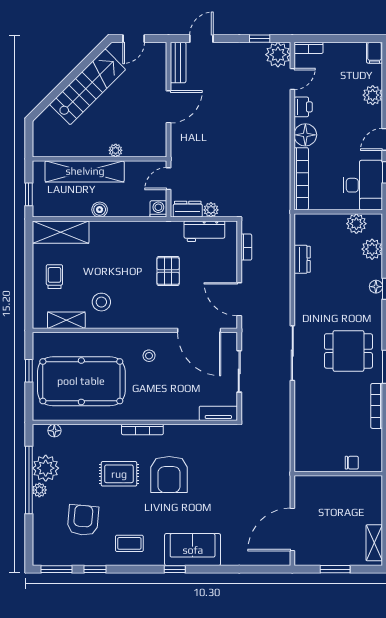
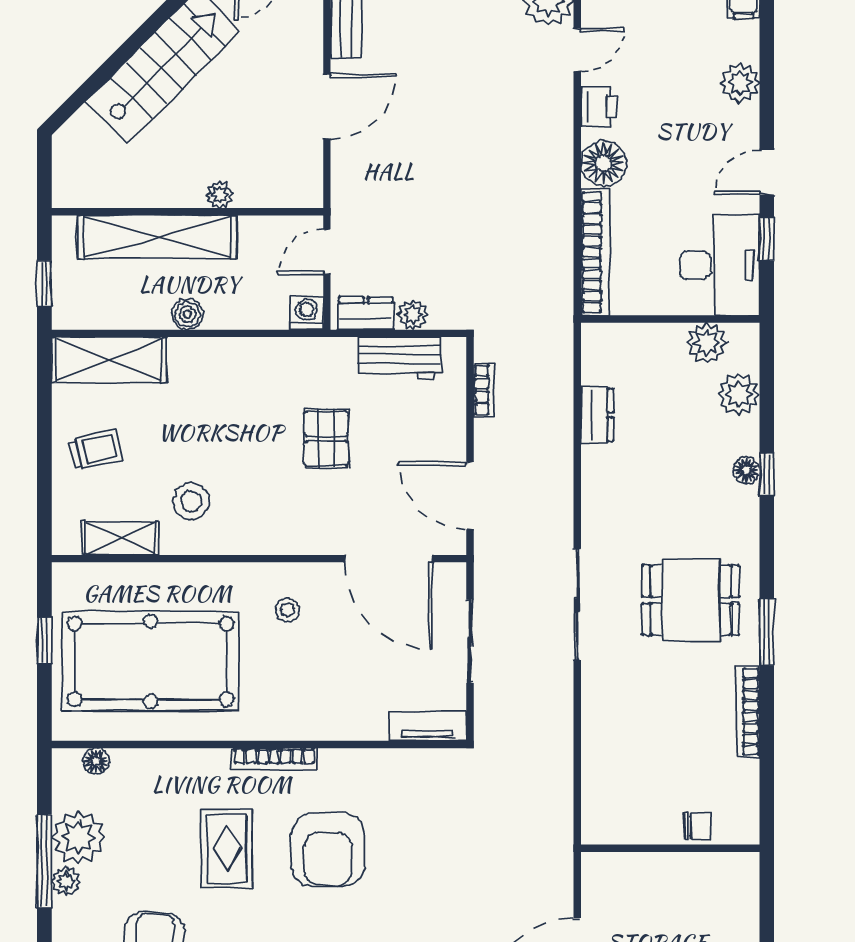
trolley: (54, 277) -> (96, 450), turned 76
rug: (119, 474) -> (227, 849), turned 90
window: (29, 480) -> (44, 861), width x0.68

